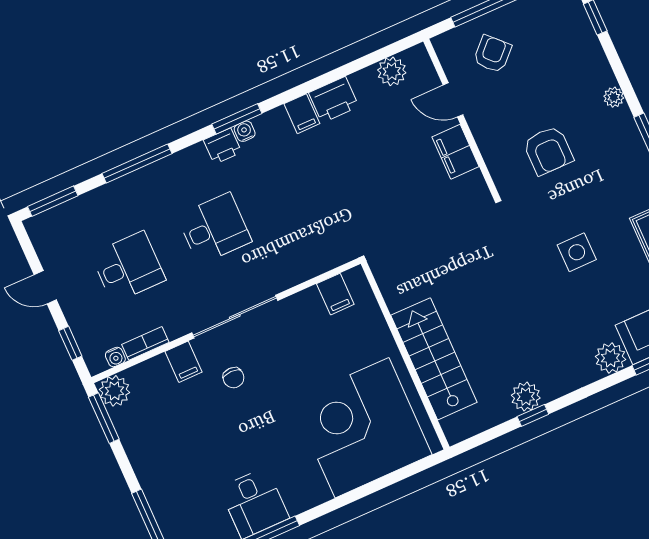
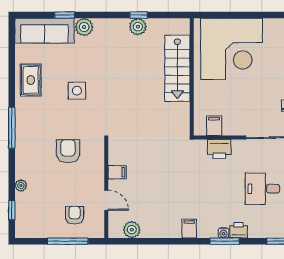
armchair: (492, 54) -> (75, 215), turned 135
plant: (614, 97) -> (21, 185), moved
printer: (334, 100) -> (219, 149), moved, turned 180
filing cabinet: (456, 152) -> (117, 172), width x0.50

